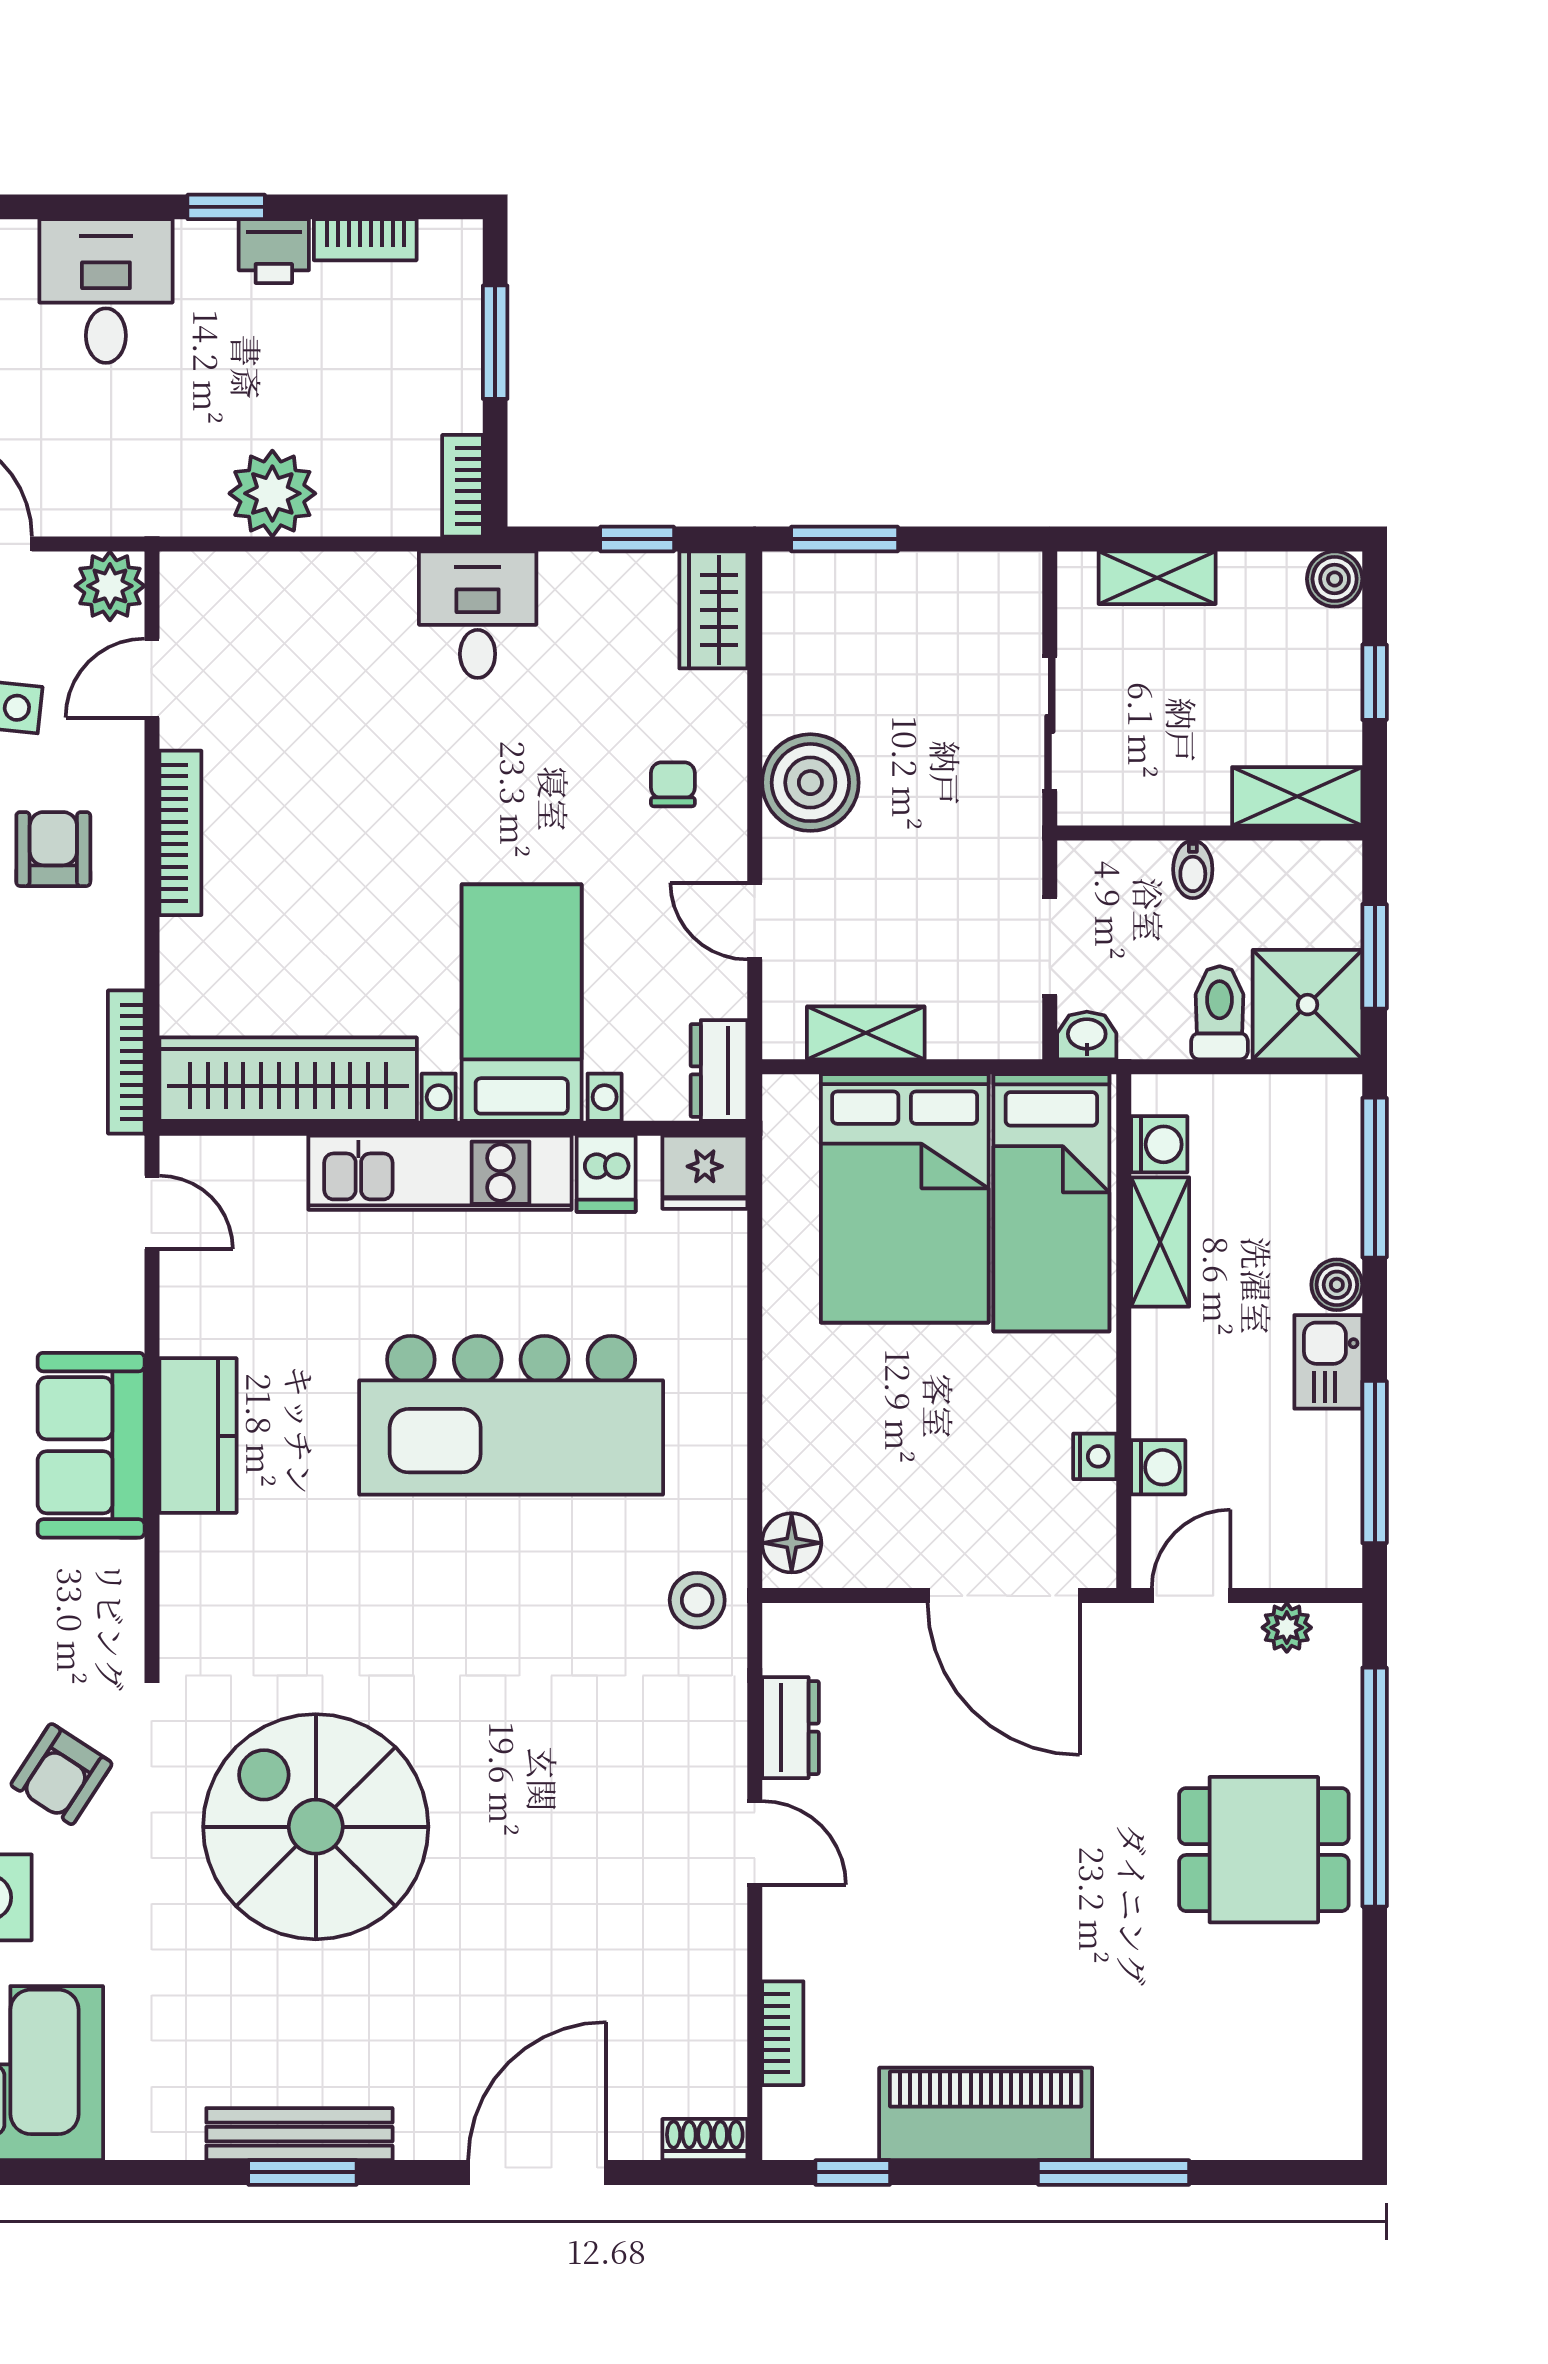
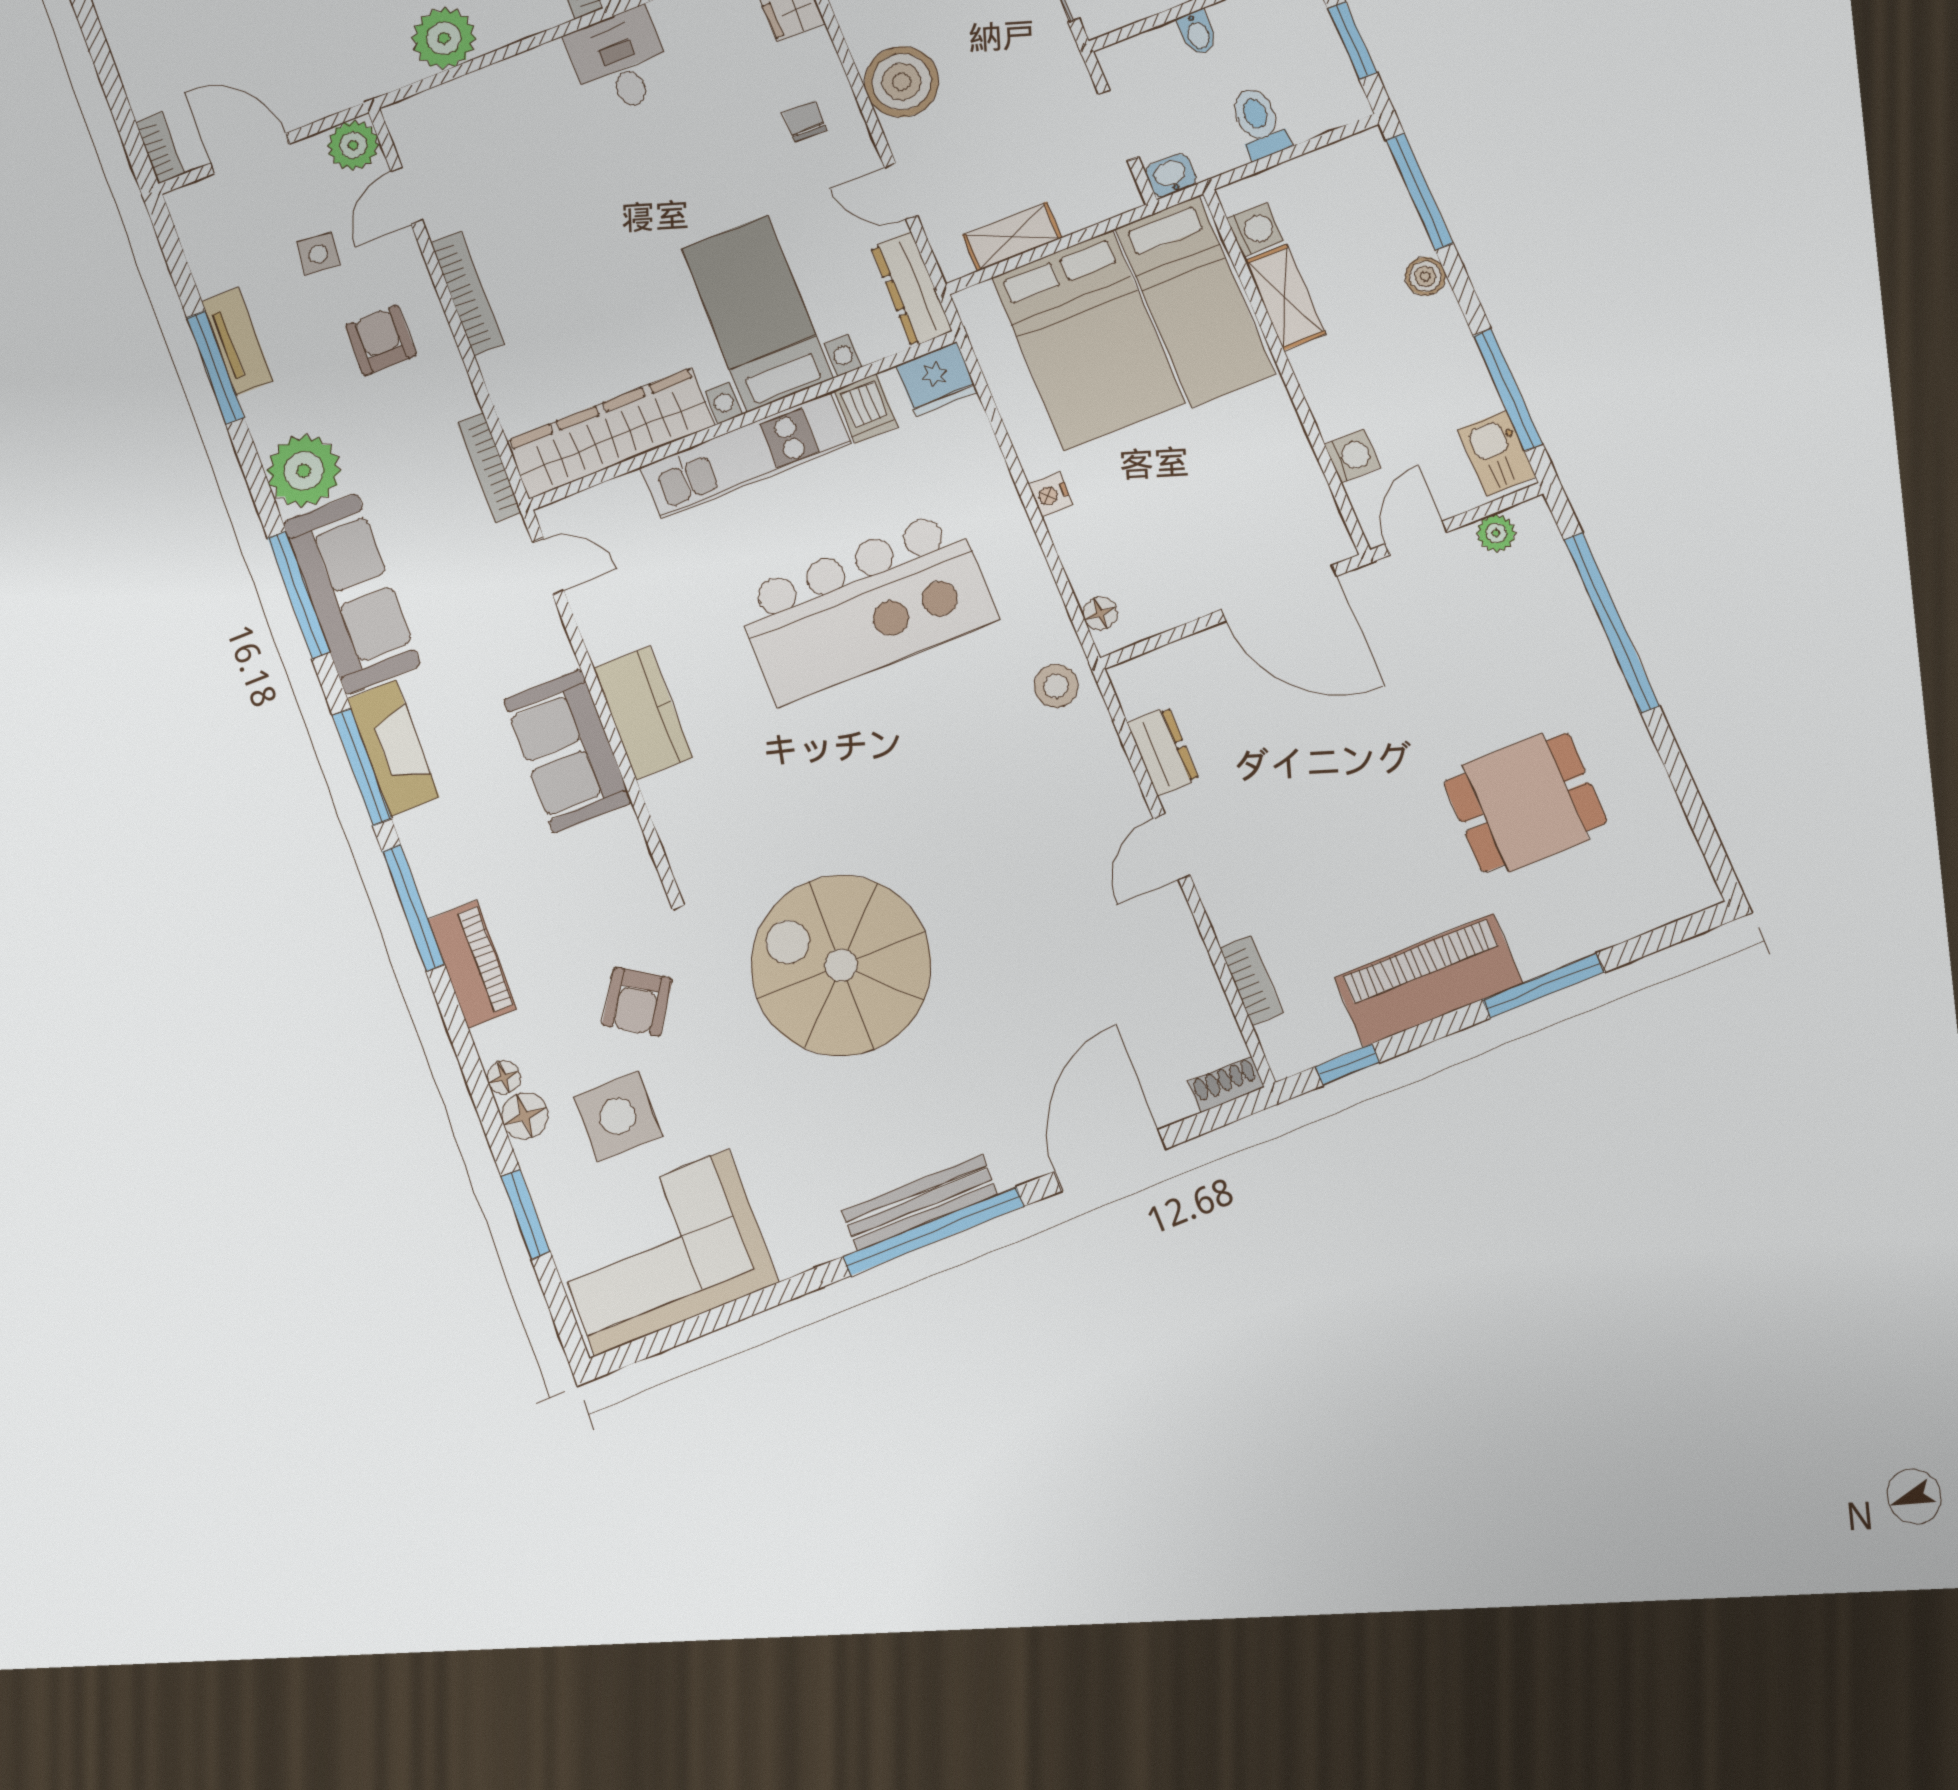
shower: (1307, 1005) -> (1319, 92), removed
dresser: (719, 1070) -> (911, 289), width x1.44
kitchen sink: (1328, 1362) -> (1497, 453), moved
nightstand: (1095, 1456) -> (1051, 495), moved, turned 180
floor lamp: (792, 1543) -> (1100, 613), width x0.73, depth x0.73
door: (755, 1843) -> (1172, 847), swing flipped
dining table: (1264, 1850) -> (1525, 802), moved
window: (302, 2172) -> (933, 1231), width x2.11

